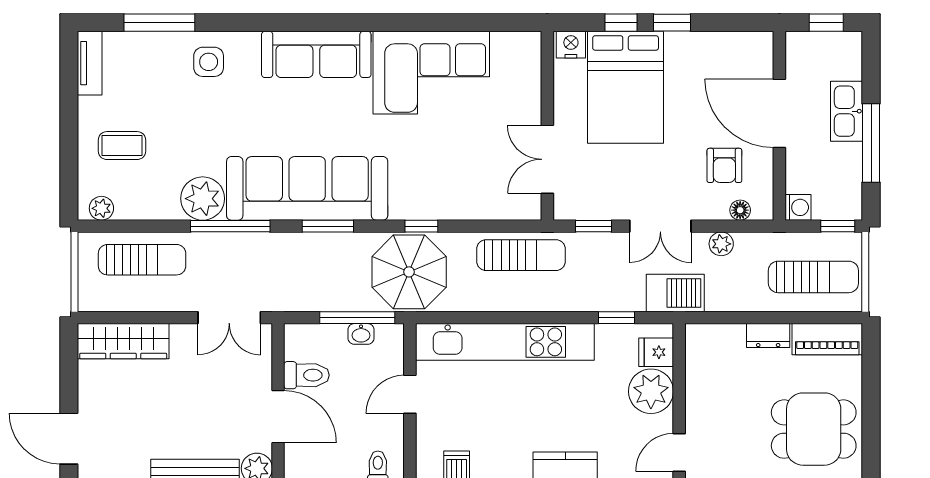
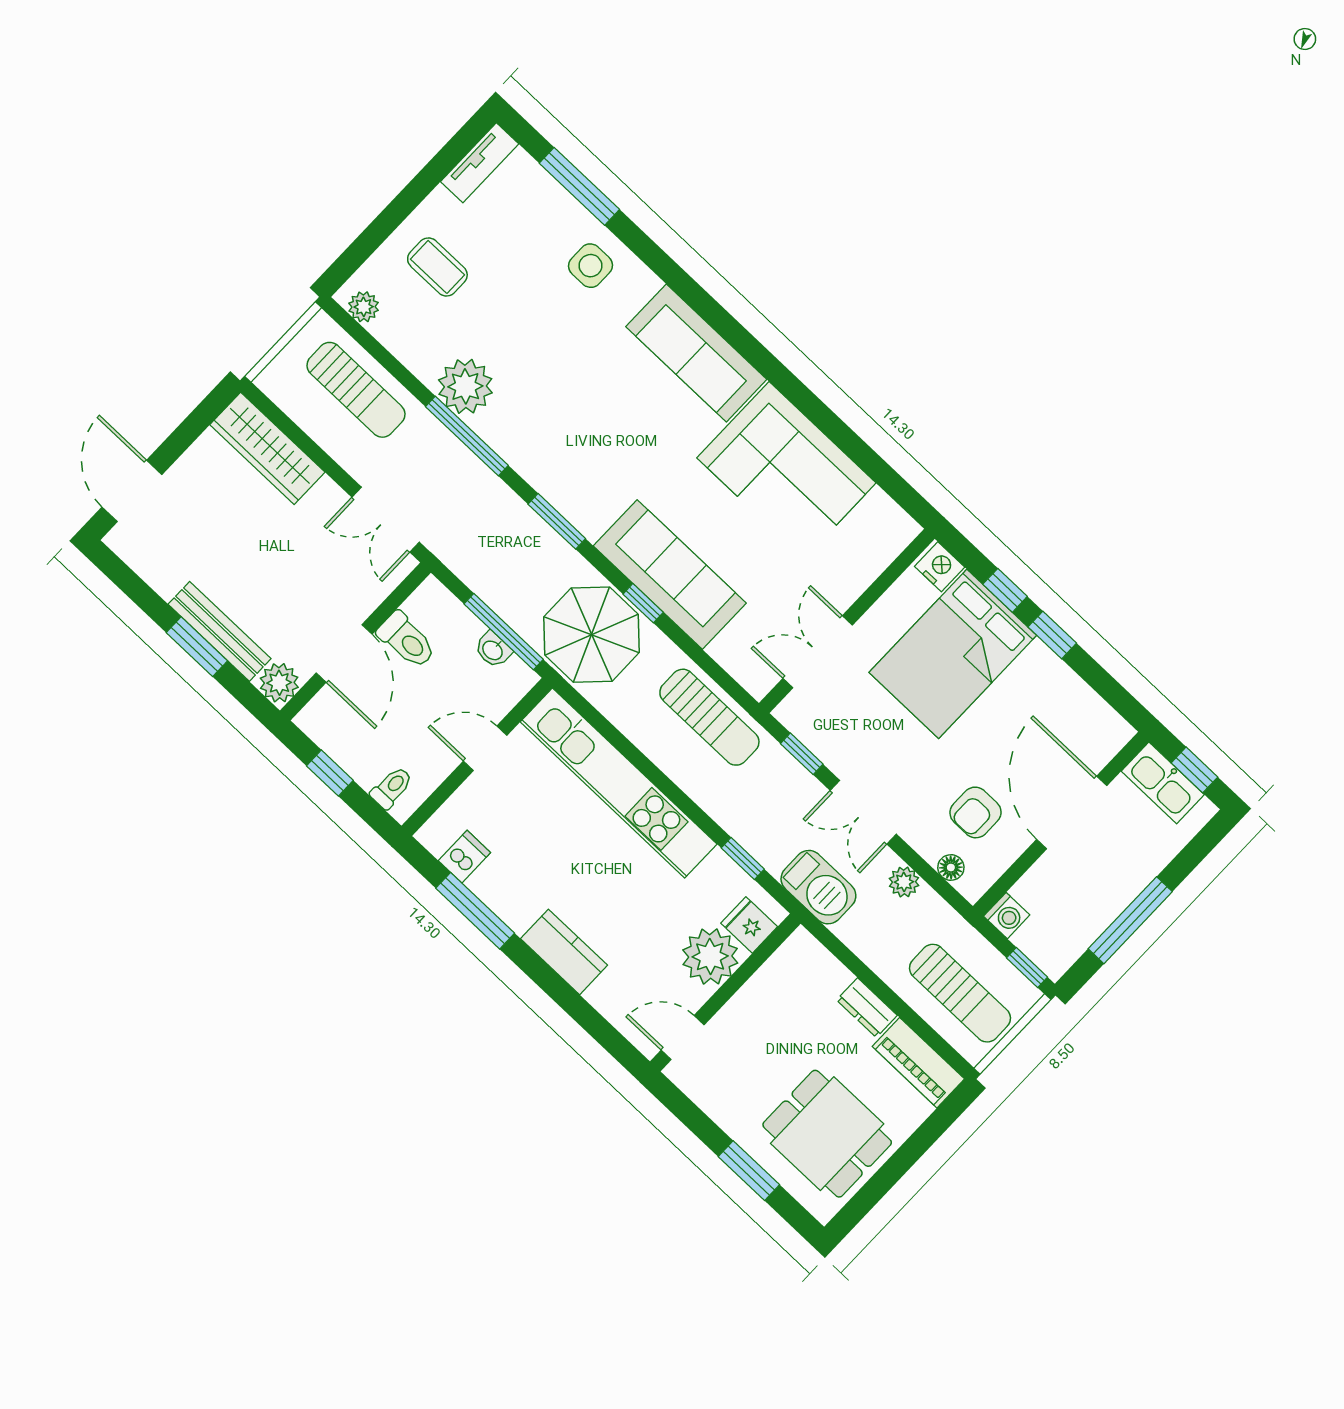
kitchen sink: (847, 111) -> (1163, 783), moved, turned -90
sofa: (307, 188) -> (670, 574), moved, width x0.74, depth x0.79

